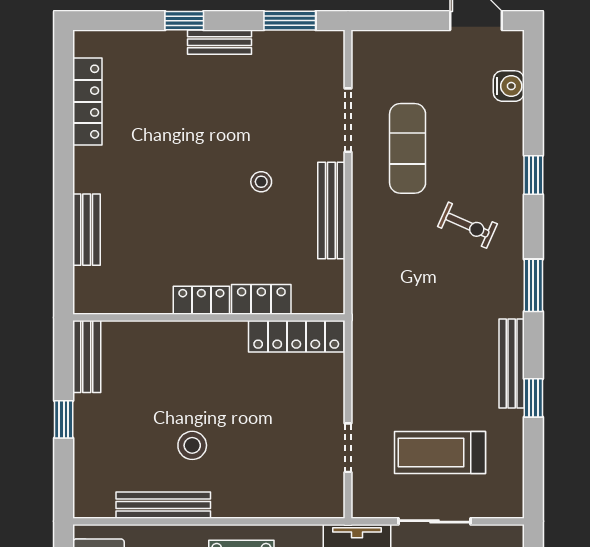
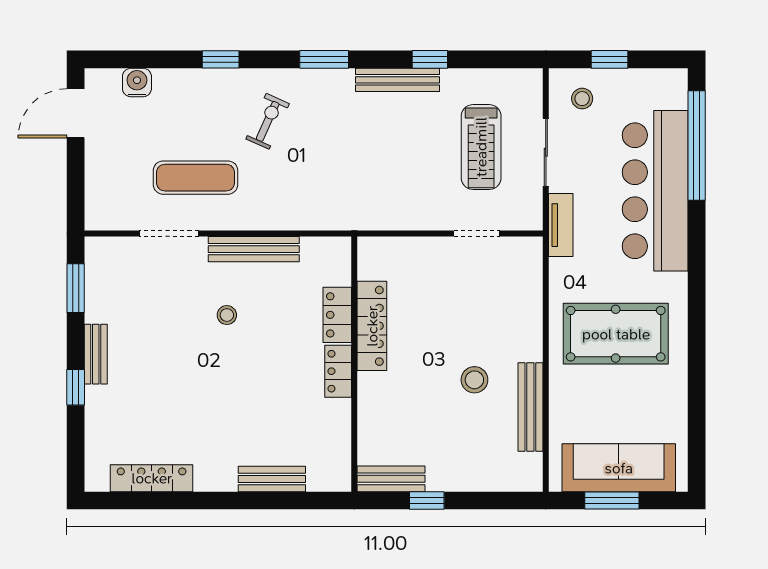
locker: (296, 336) -> (372, 326), moved
window: (64, 419) -> (427, 501), moved

